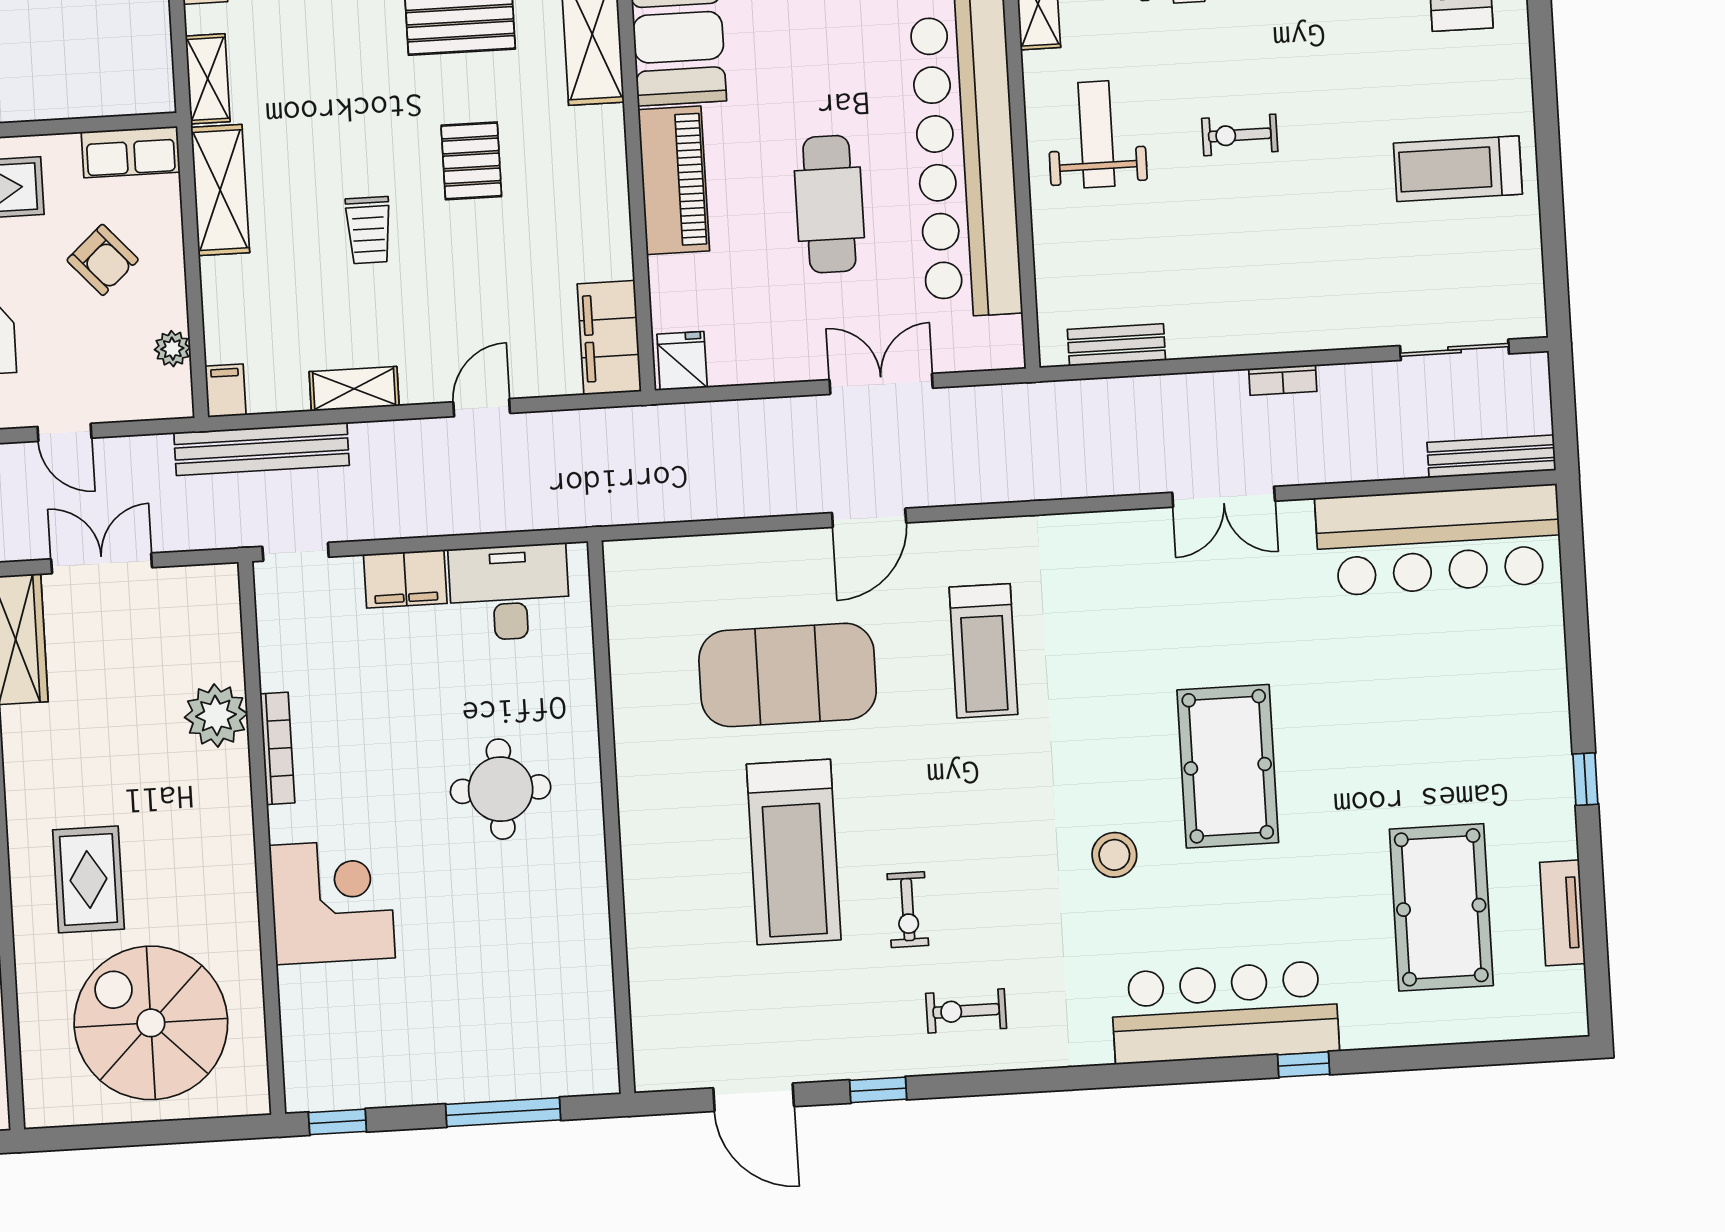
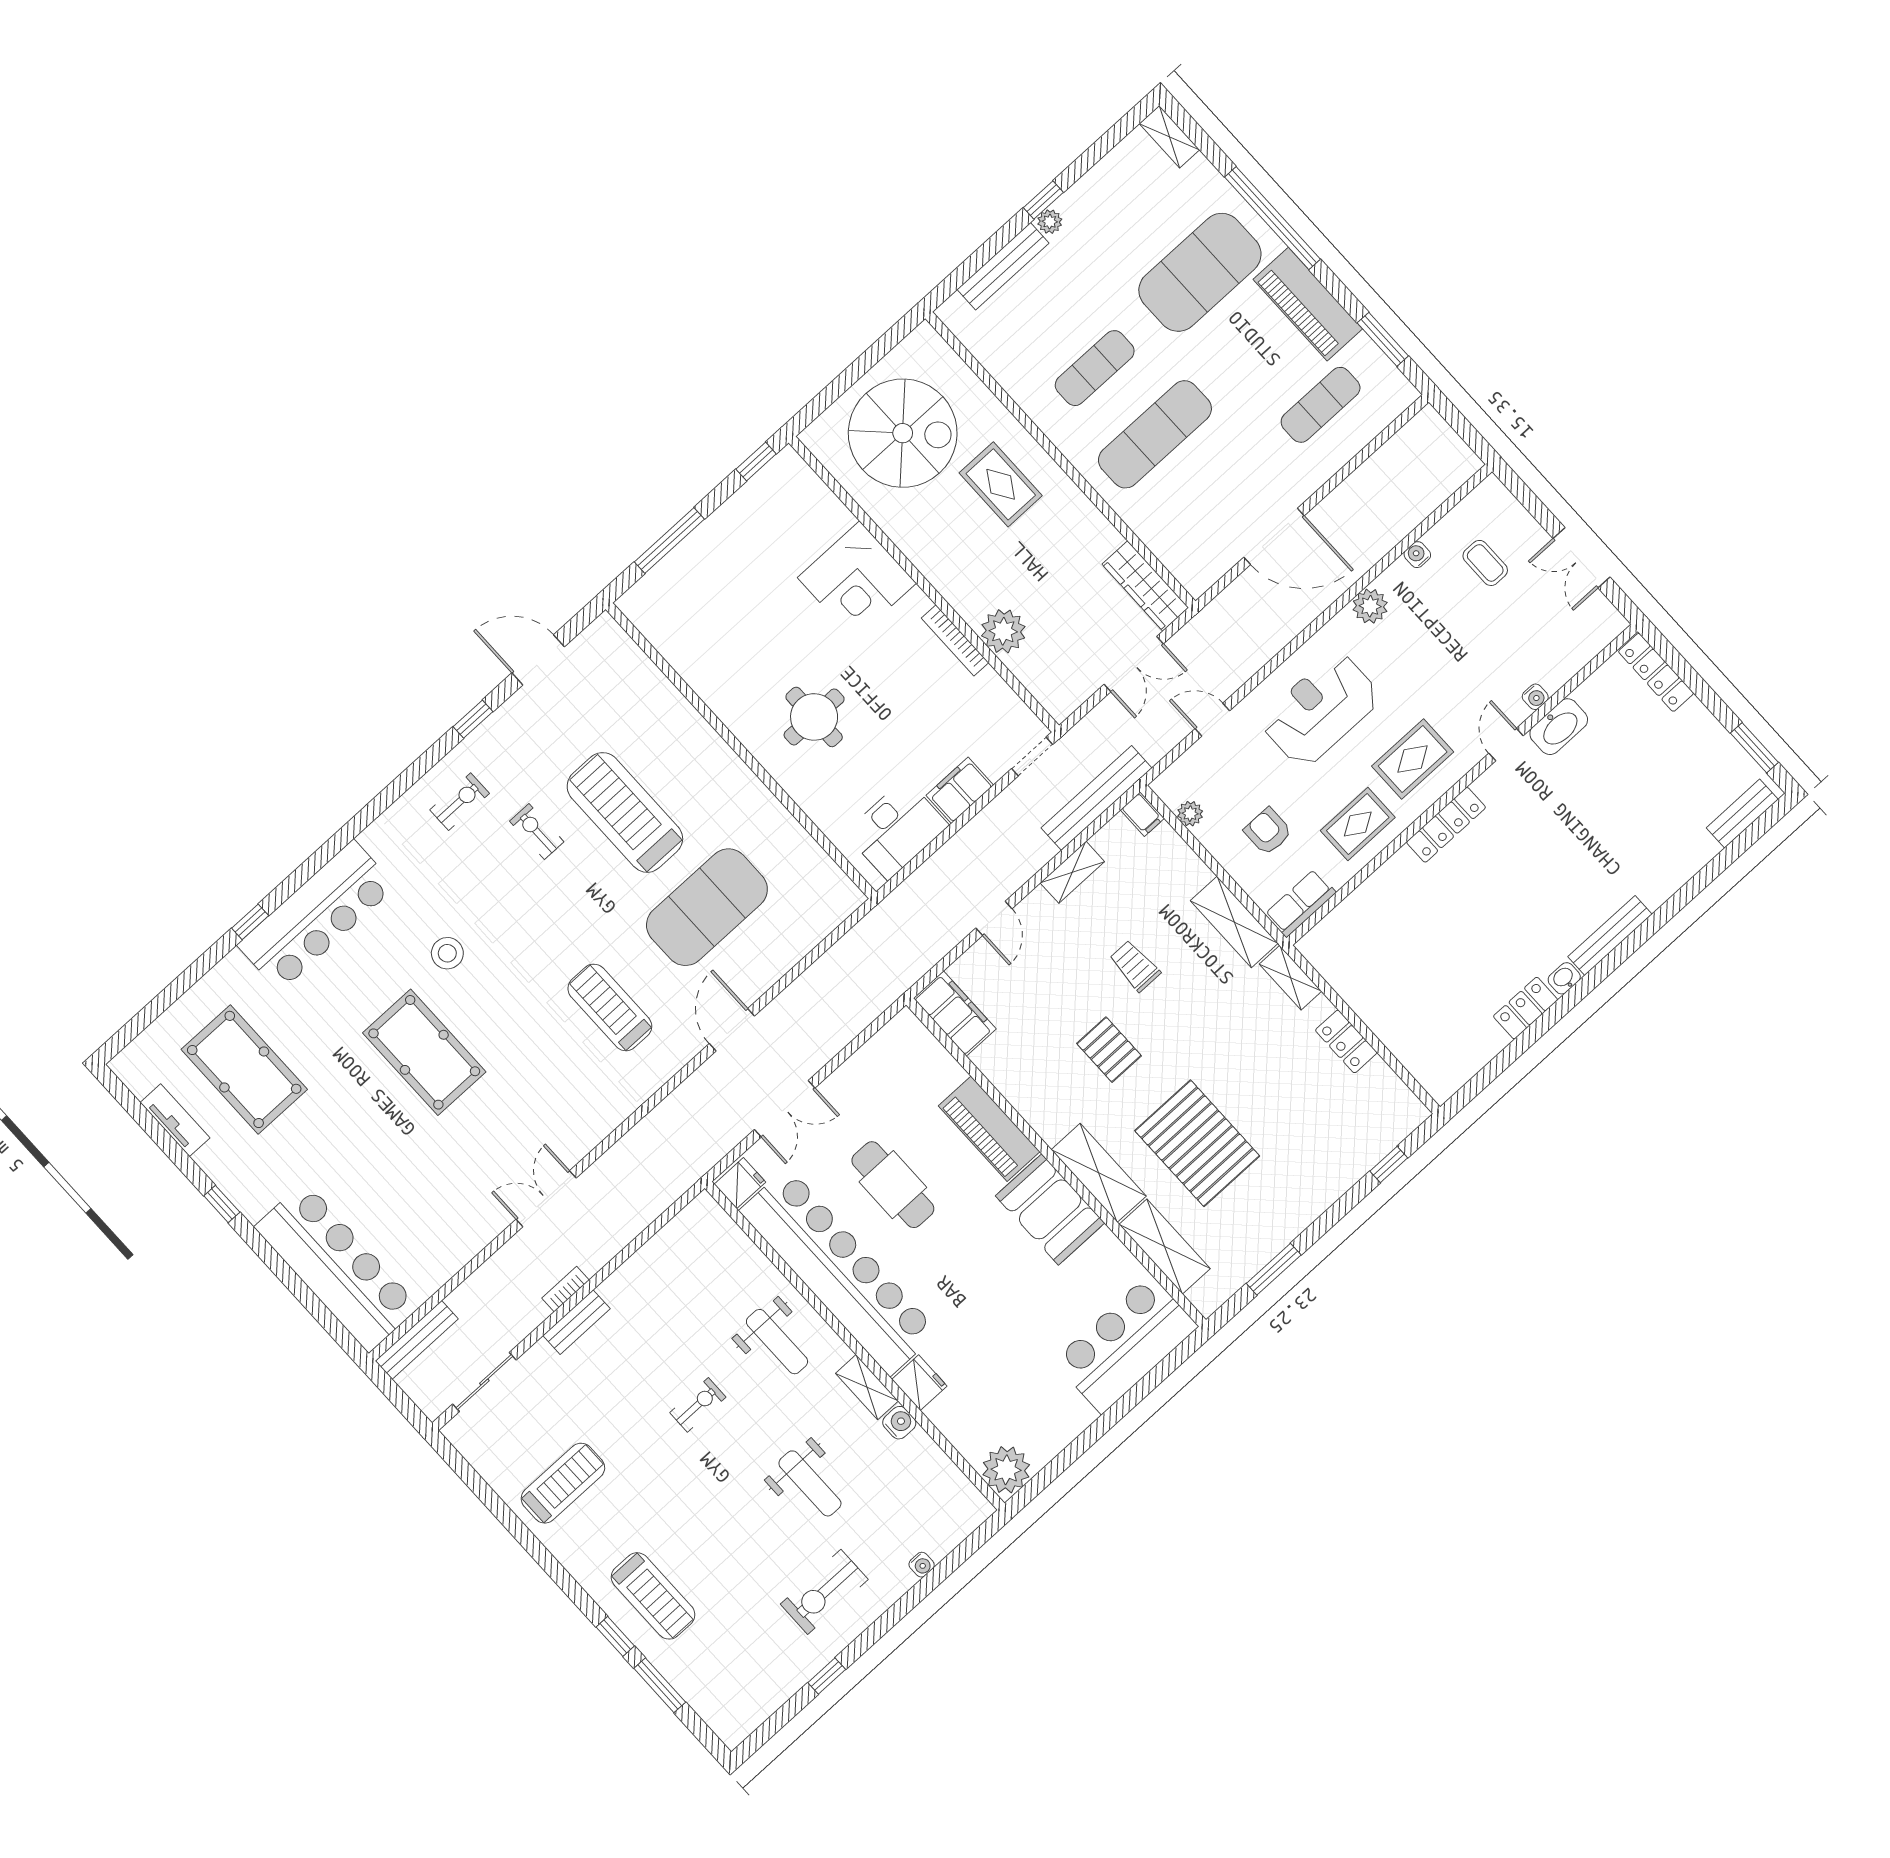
armchair: (103, 260) -> (1268, 831), turned 42
bench: (1116, 345) -> (577, 1322), moved
fridge: (682, 361) -> (740, 1183), moved, turned -90
bar counter: (1439, 540) -> (337, 1267), moved, turned 90

